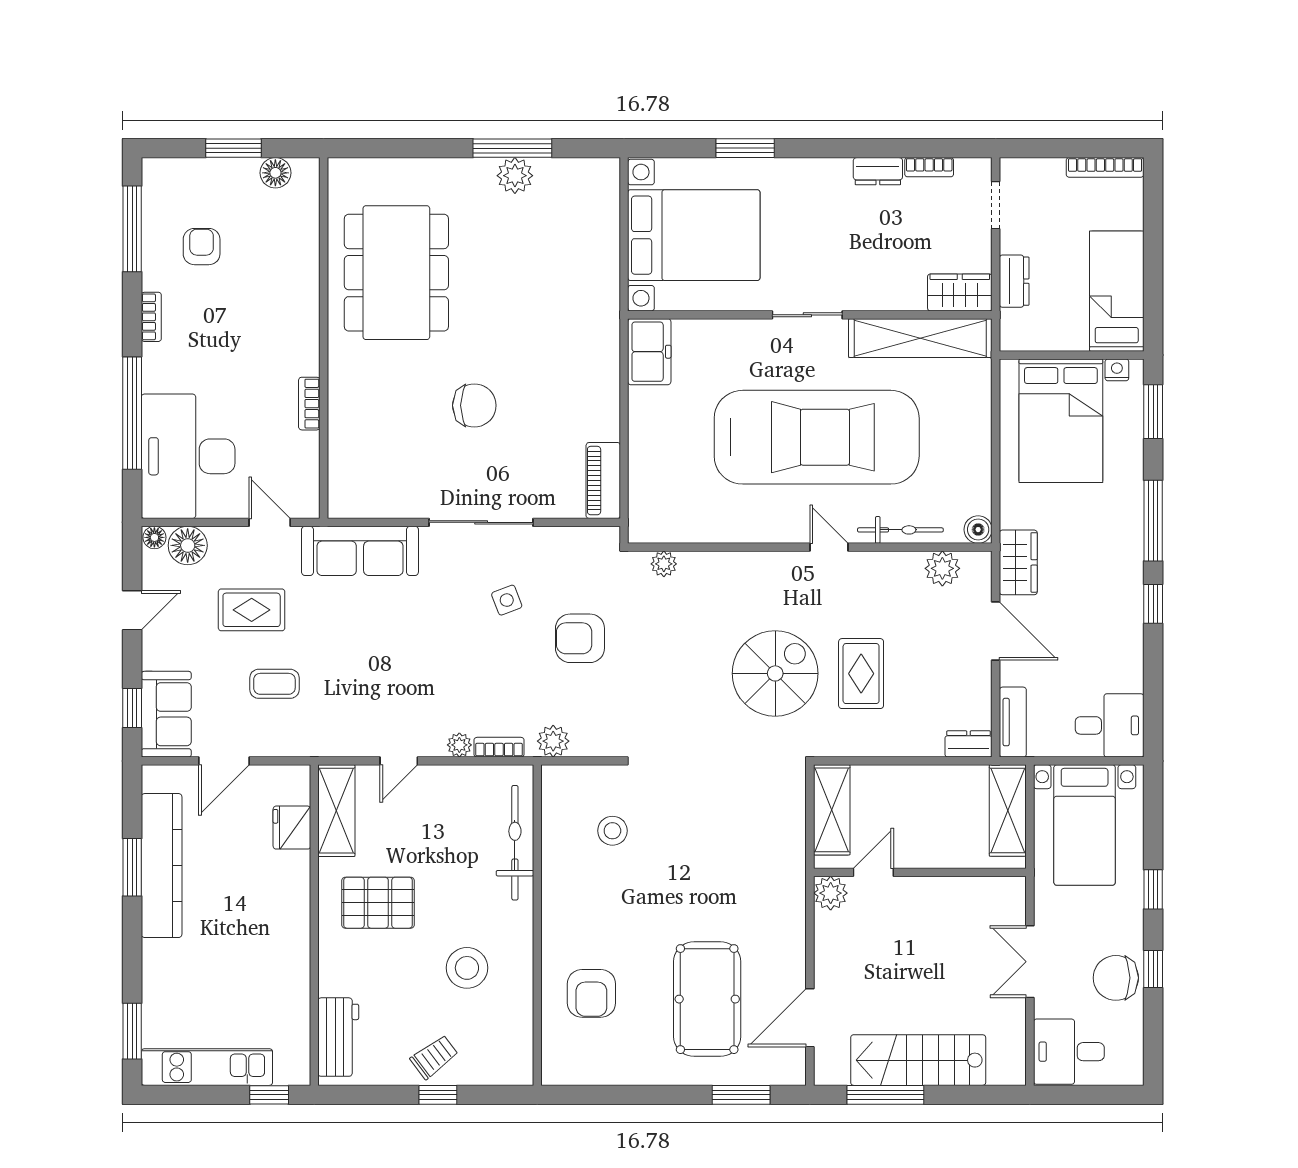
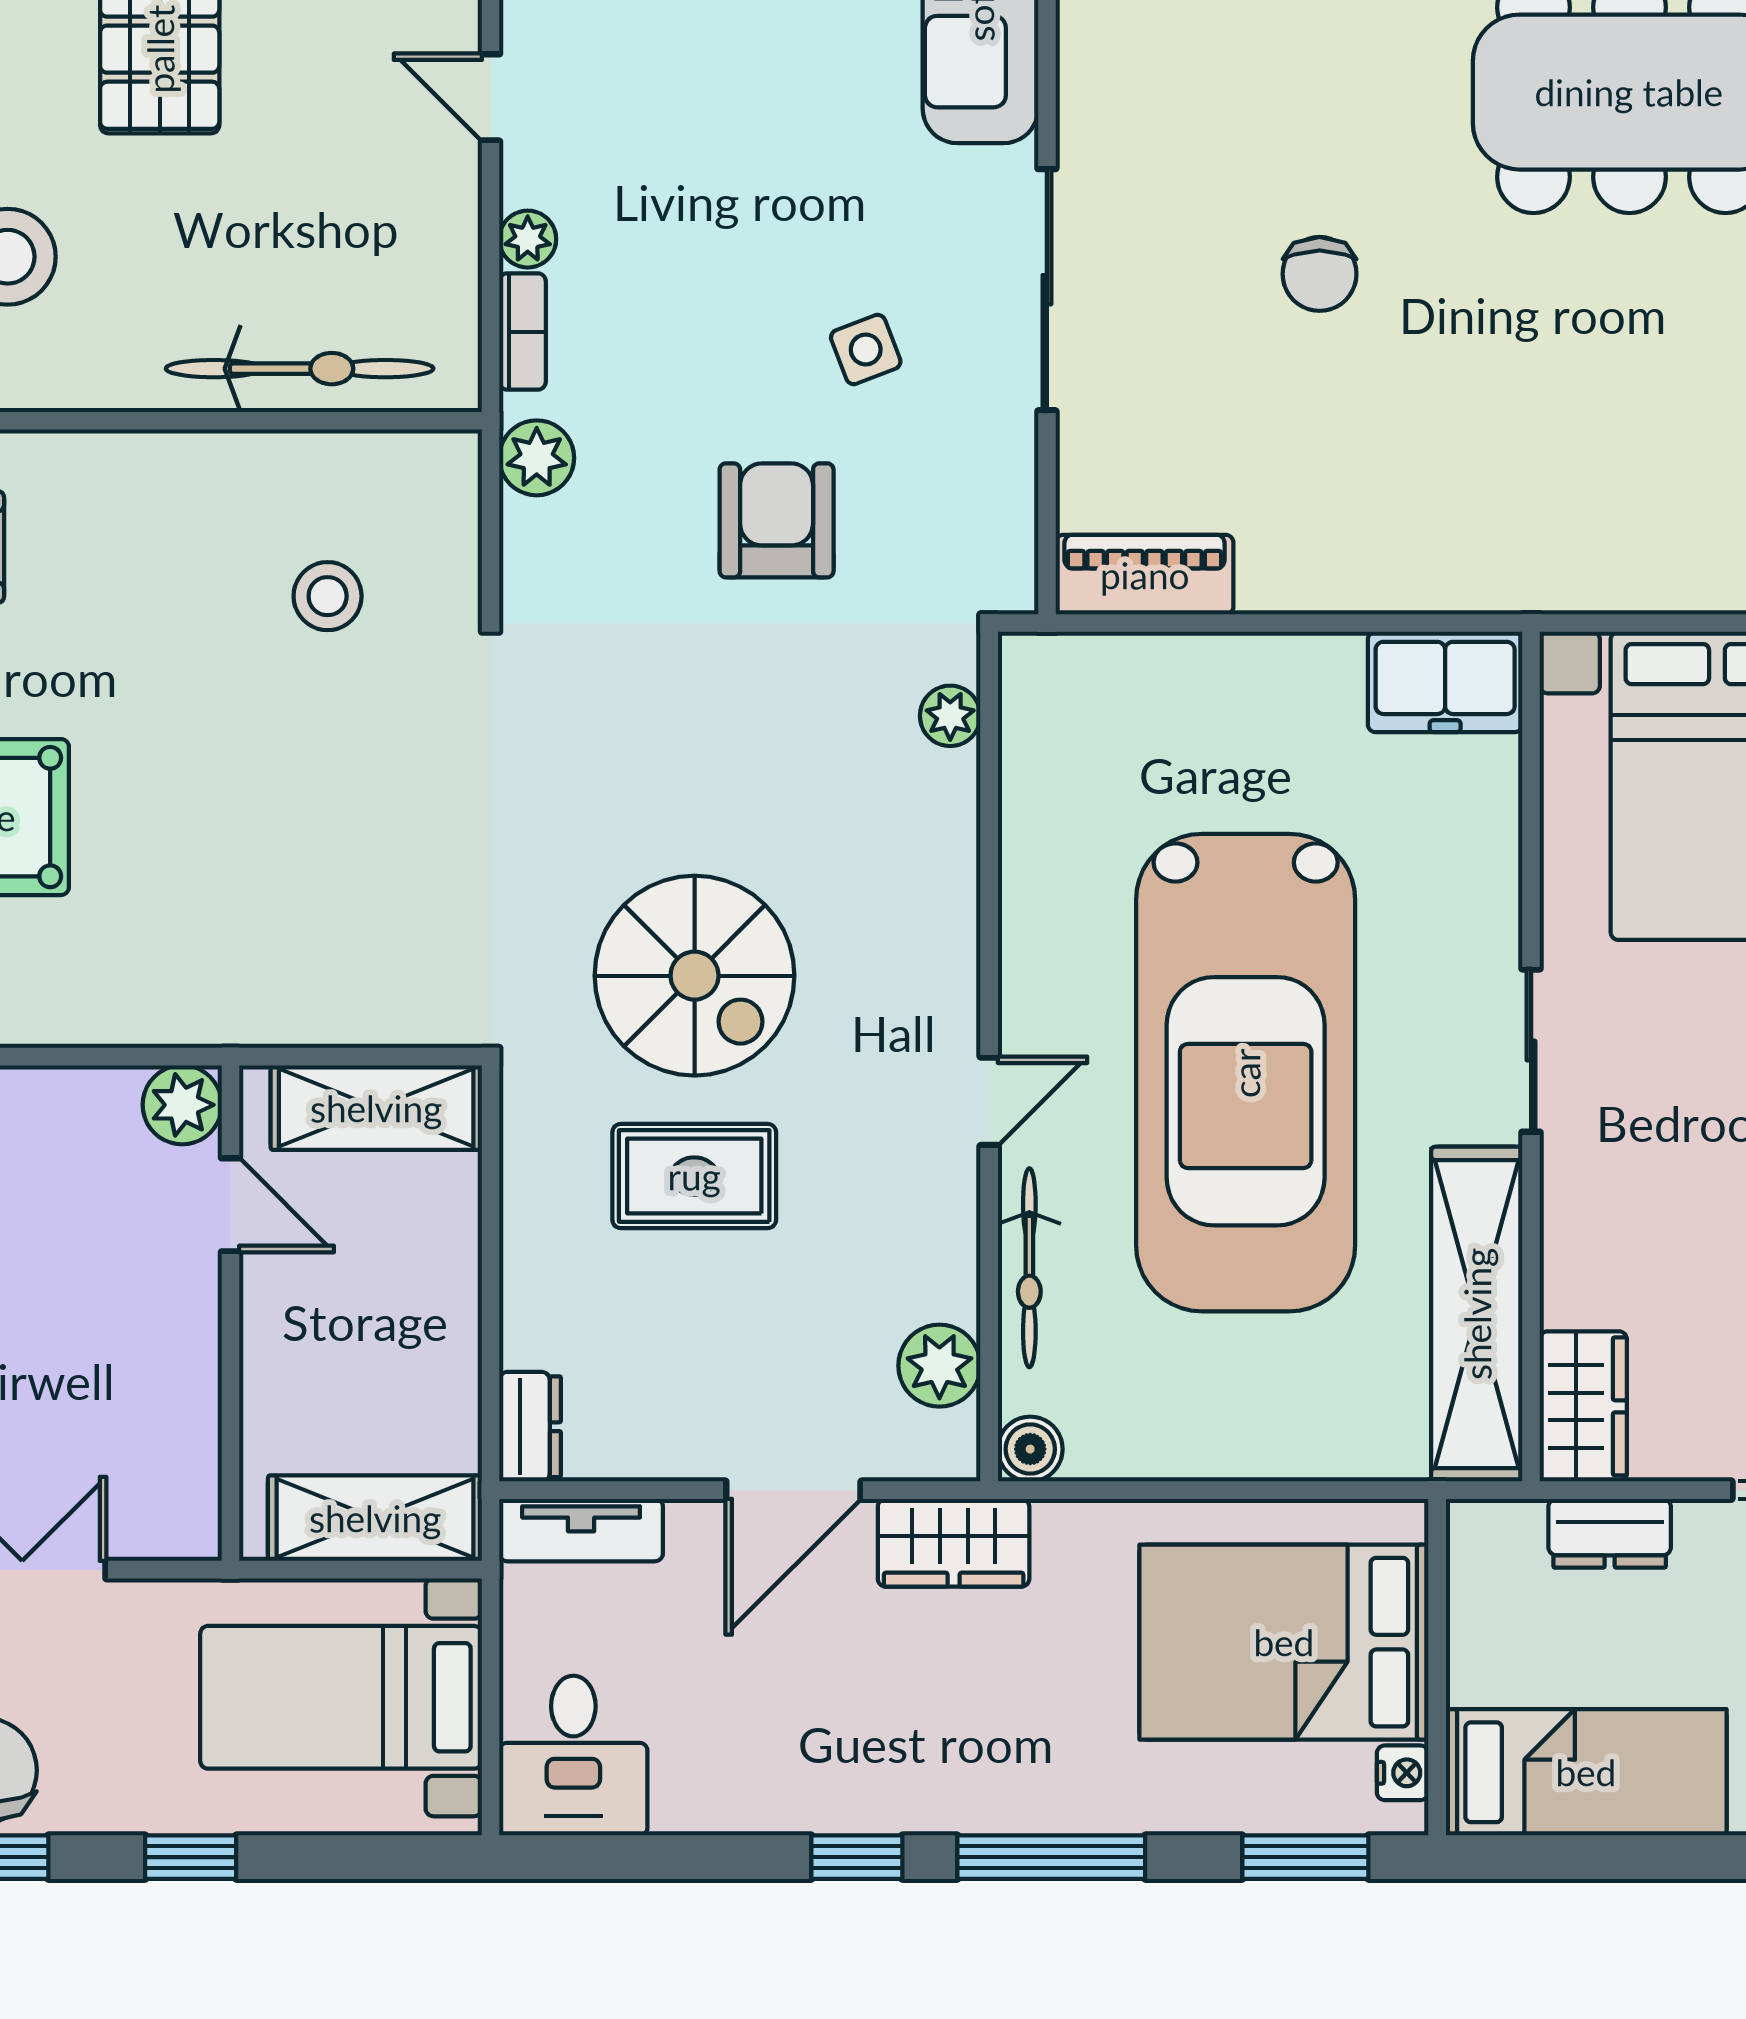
chair: (474, 405) -> (1320, 274), width x0.73, depth x0.73

